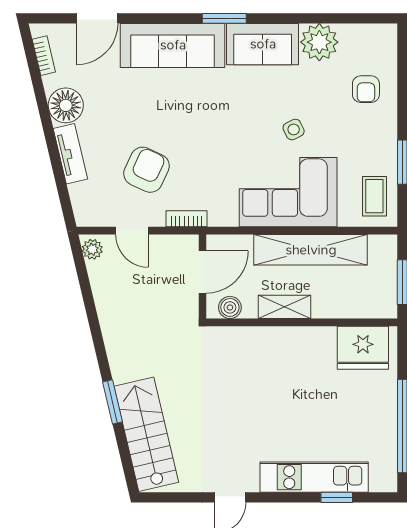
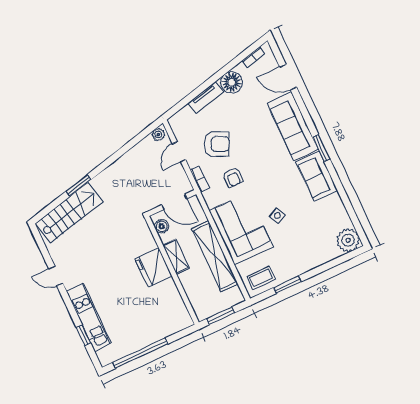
plant: (319, 42) -> (348, 240), moved
armchair: (366, 89) -> (233, 177), moved, turned -90
fridge: (363, 348) -> (153, 267), moved

